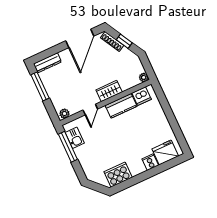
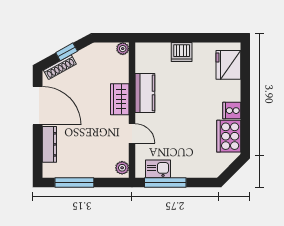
dresser: (47, 63) -> (49, 144), moved
dishwasher: (142, 96) -> (182, 52), moved, turned 90
cooker: (150, 162) -> (232, 111), moved

